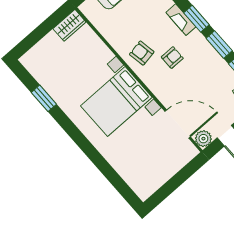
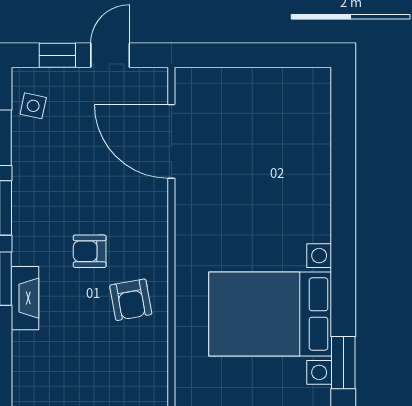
bed with nightstands: (116, 102) -> (270, 314), moved, turned 180
plant: (203, 139) -> (152, 84), removed

